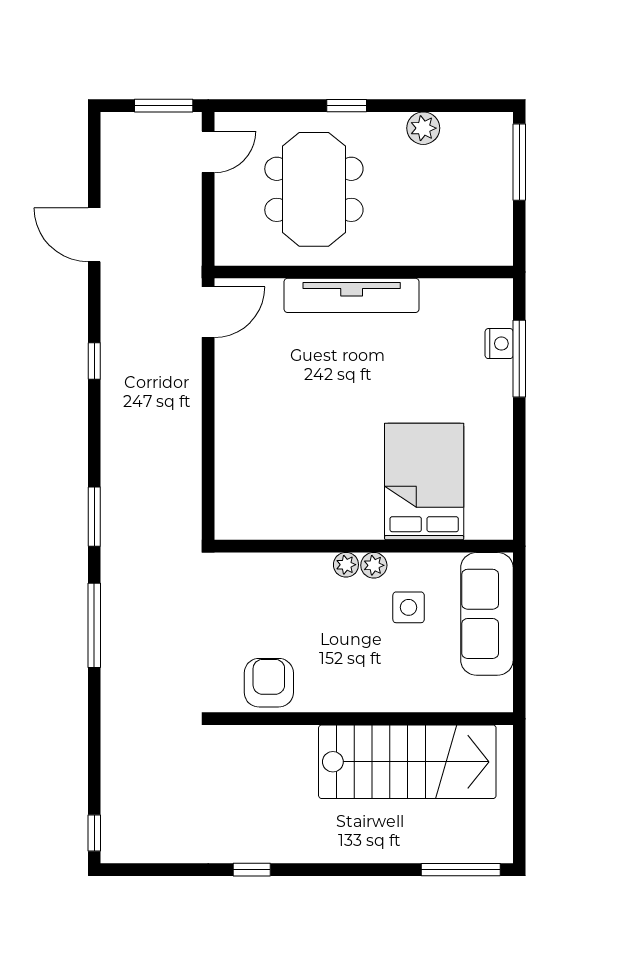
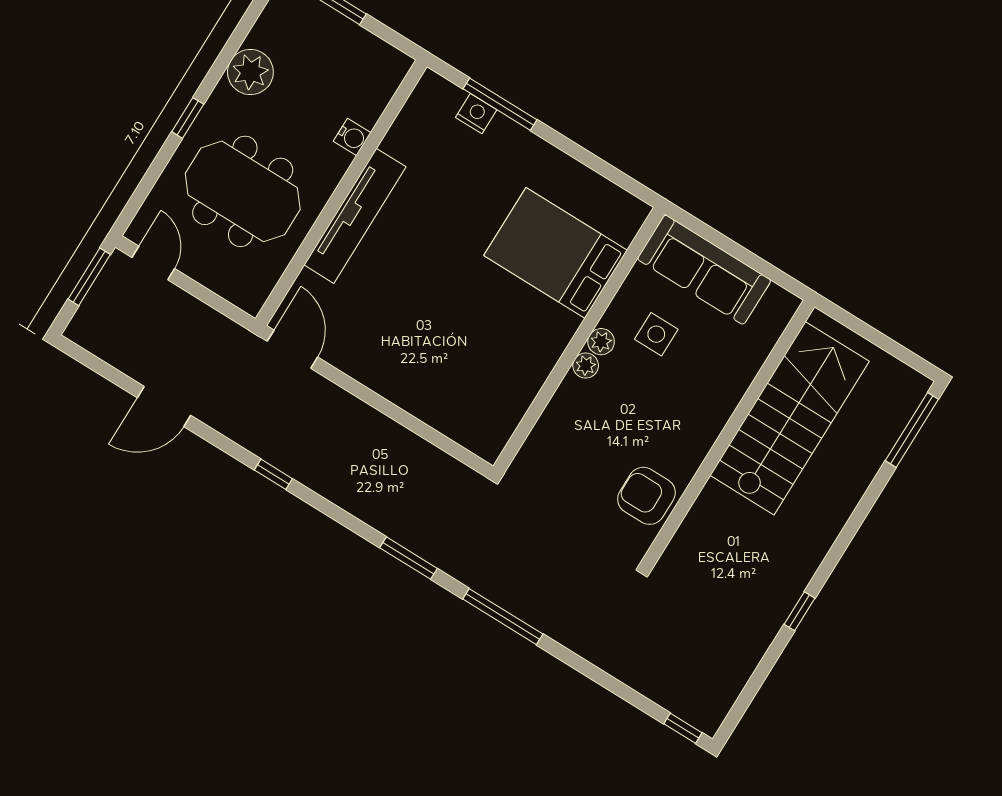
plant: (423, 128) -> (250, 72), width x1.36, depth x1.36
water cooler: (416, 252) -> (352, 137), added

